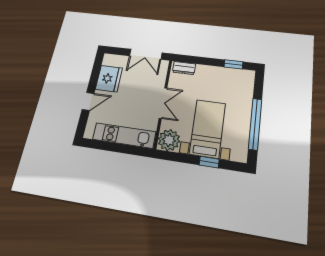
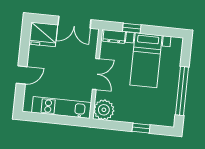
window: (233, 64) -> (132, 28), moved
fridge: (109, 79) -> (43, 34), moved, turned 90
bed with nightstands: (208, 128) -> (146, 60), moved, turned 180

